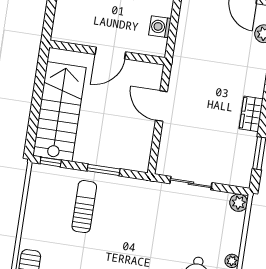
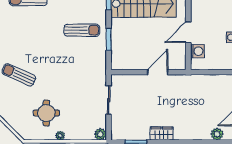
washing machine: (160, 27) -> (197, 51), moved, turned 90
door: (110, 53) -> (188, 32), hinge flipped

